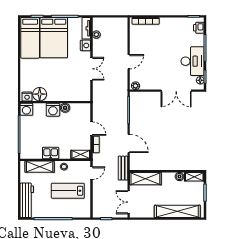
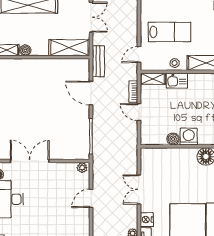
kitchen sink: (51, 153) -> (177, 81), moved

